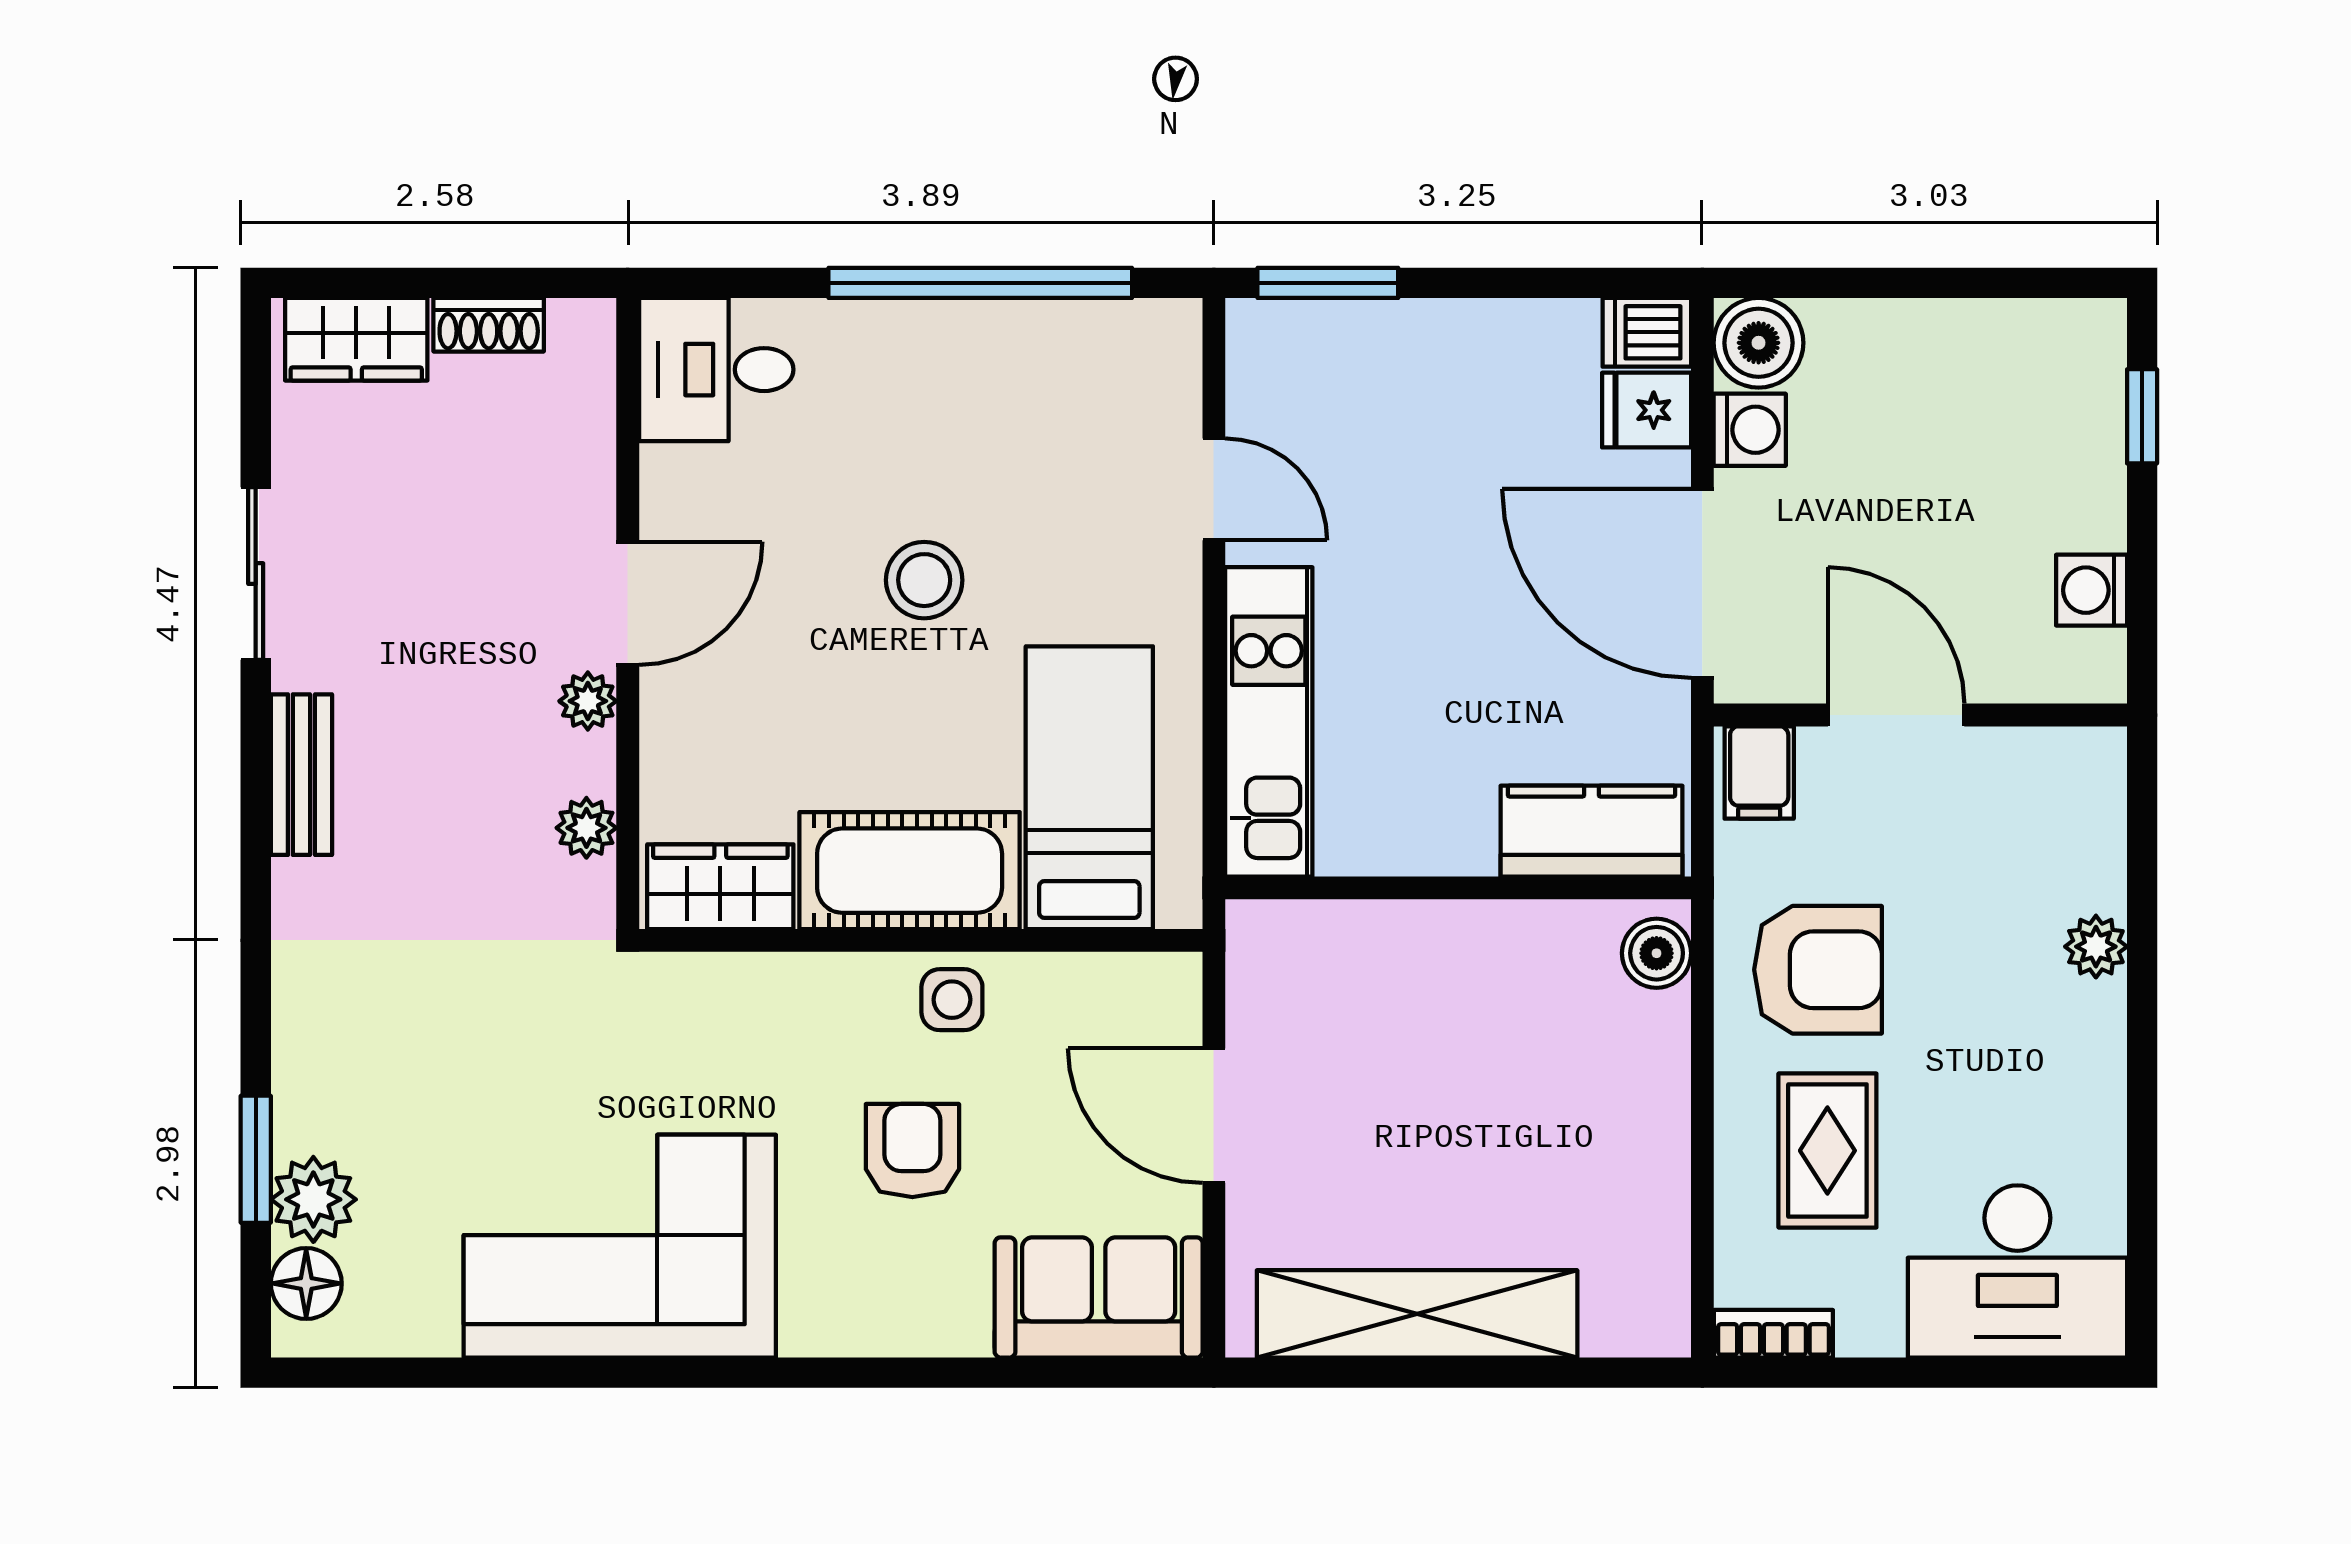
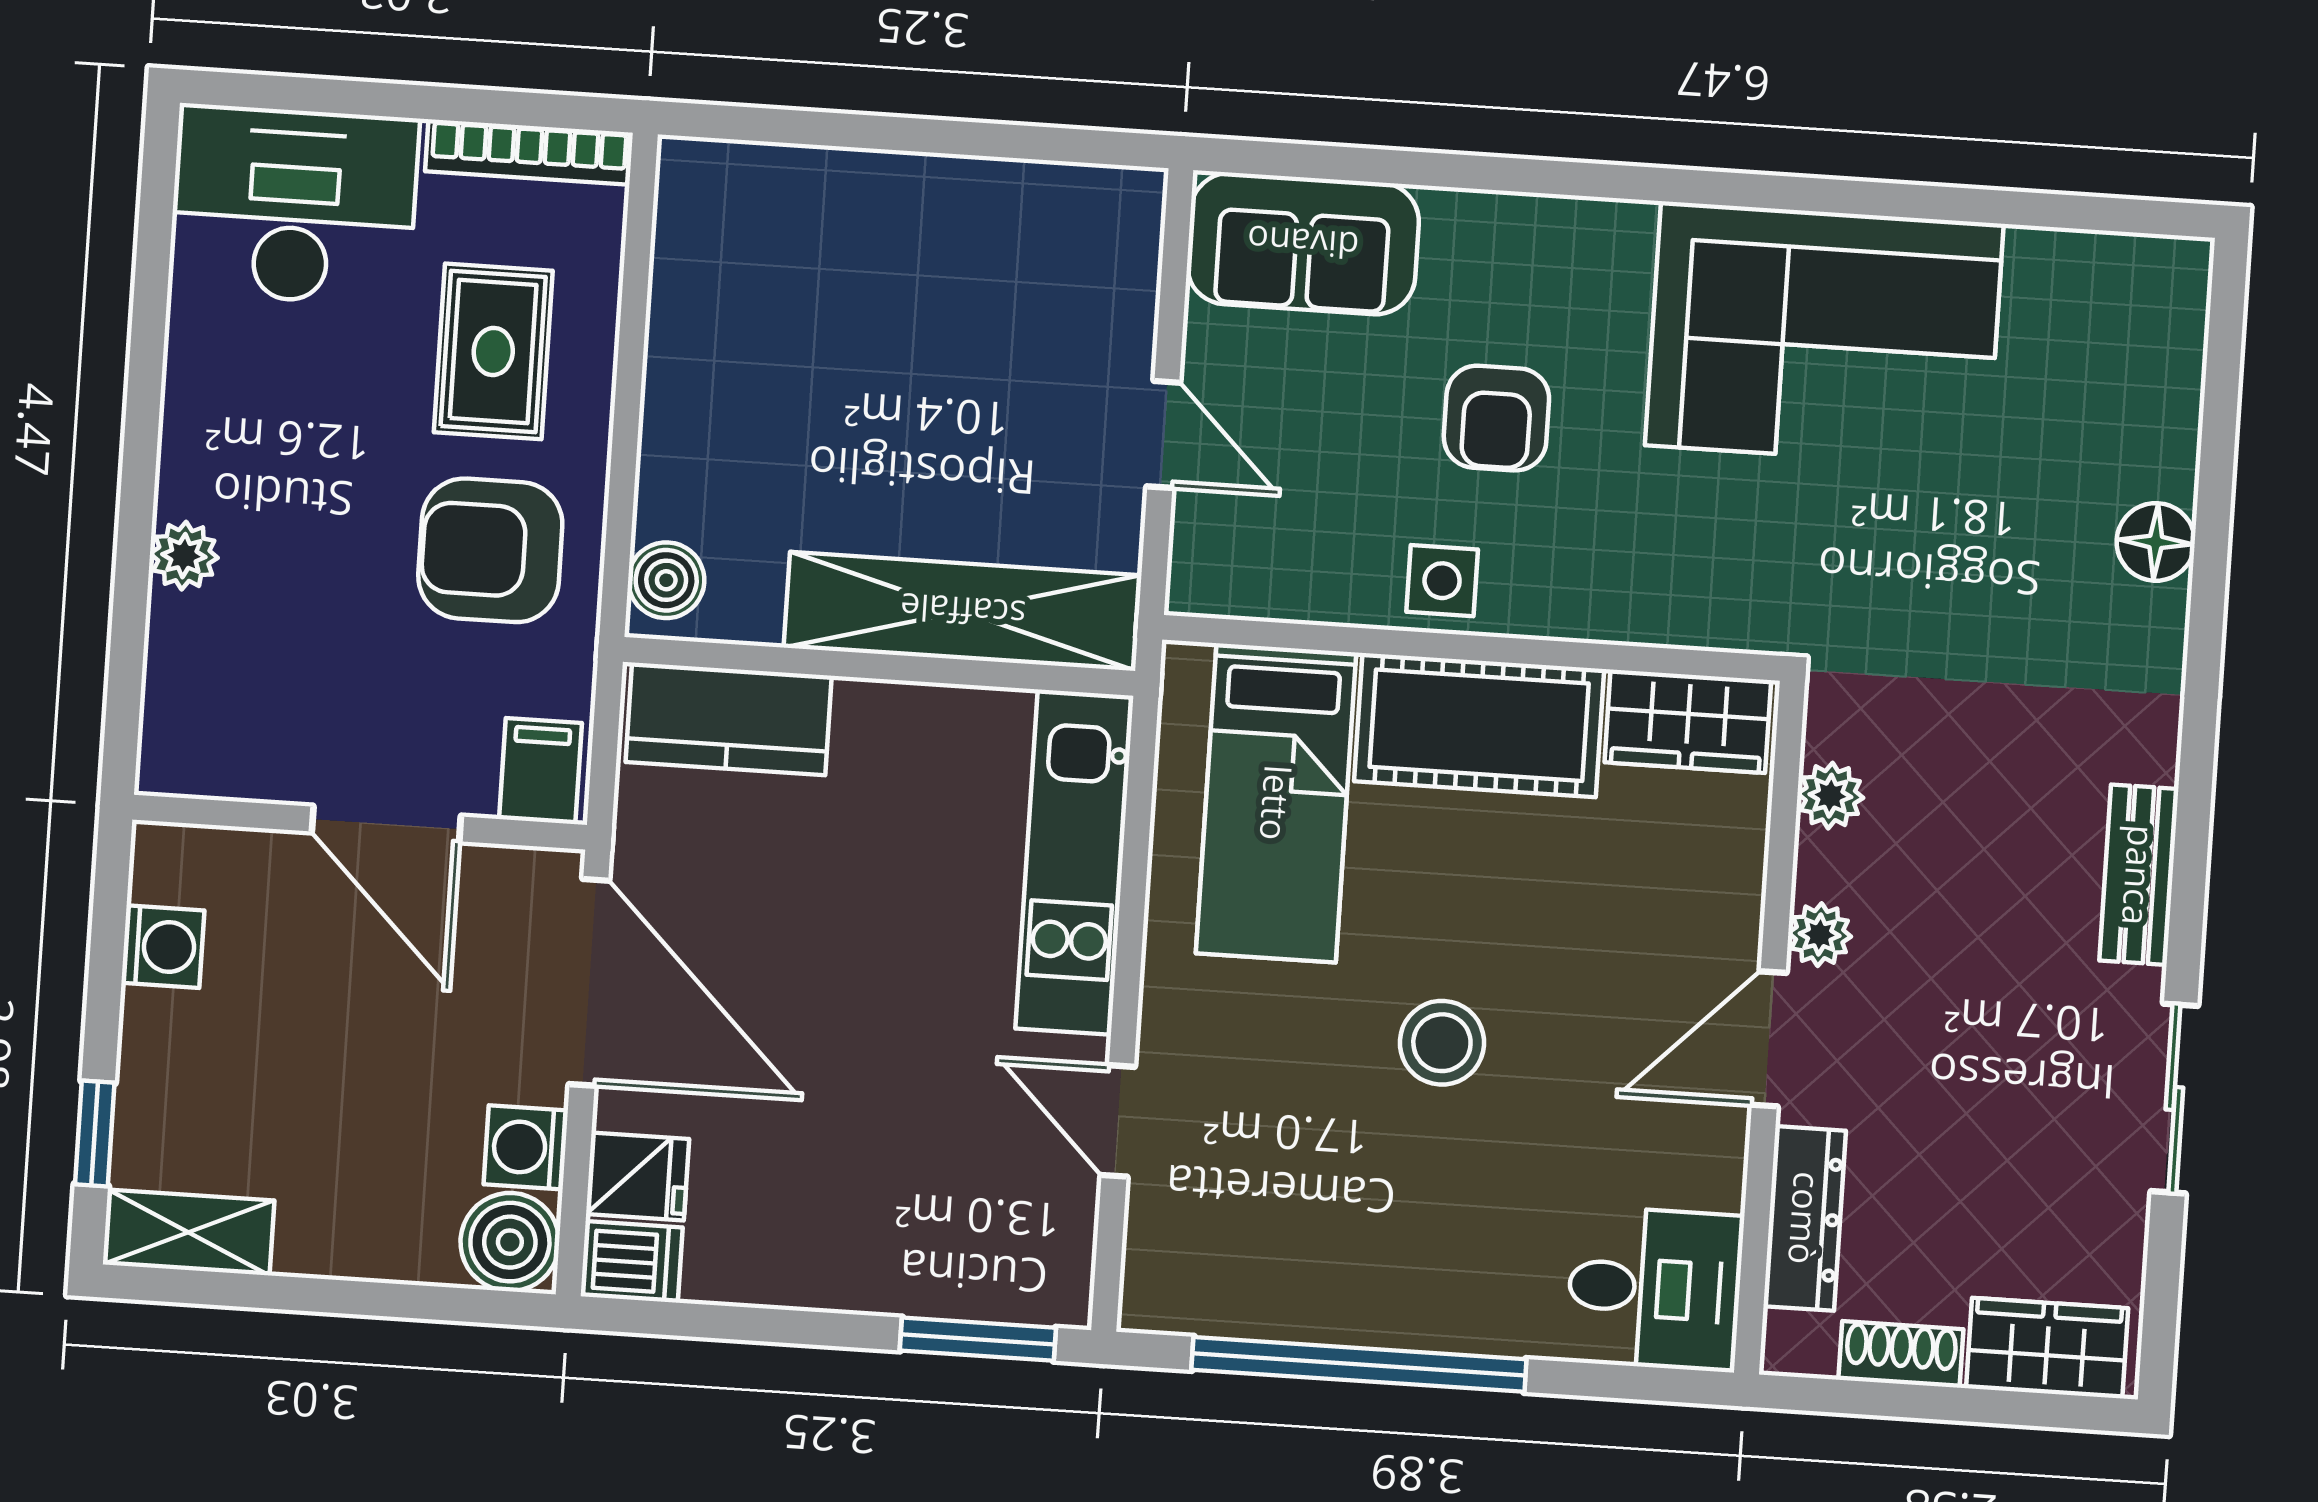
shelving: (2051, 332) -> (189, 1232), added
dresser: (584, 442) -> (1805, 1218), added
door: (1214, 1116) -> (1163, 434), width x0.73
window: (256, 1159) -> (2217, 456), removed
plant: (313, 1199) -> (2157, 408), removed
floor lamp: (306, 1283) -> (2156, 542), moved
shelving: (1417, 1314) -> (963, 611), moved
bookcase: (1773, 1334) -> (529, 152), width x1.56

